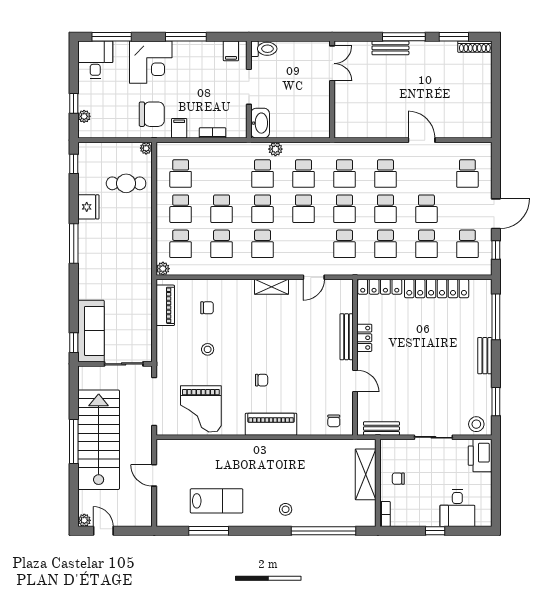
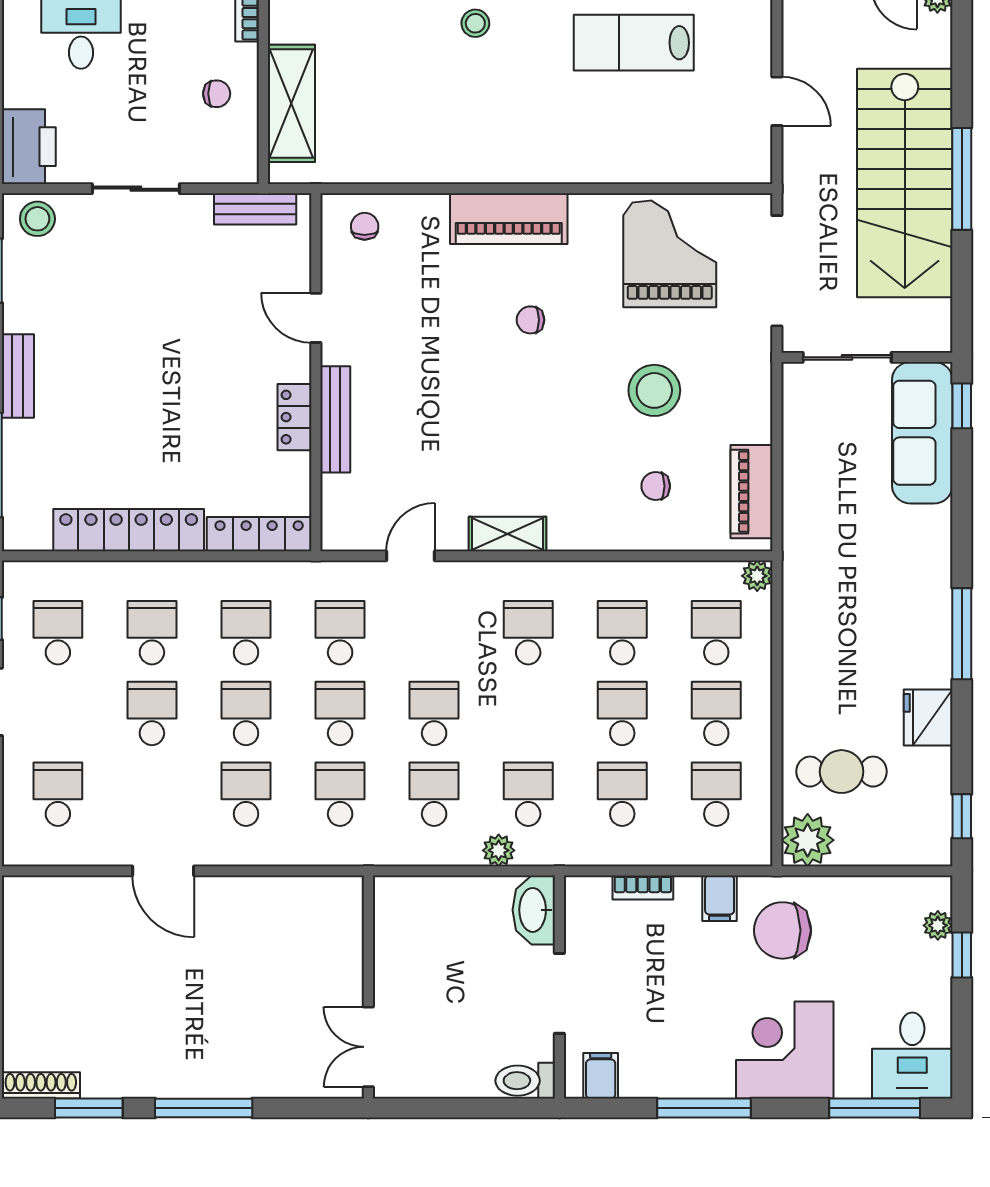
bench: (390, 48) -> (235, 1083), removed
plant: (146, 148) -> (808, 840), width x1.88, depth x1.88
school desk: (263, 209) -> (622, 794), moved
stool: (208, 349) -> (654, 390), width x1.89, depth x1.89

